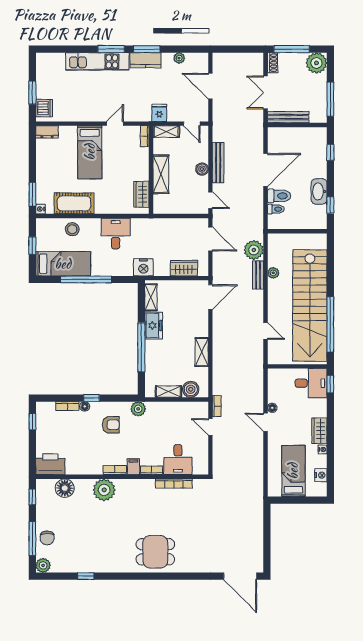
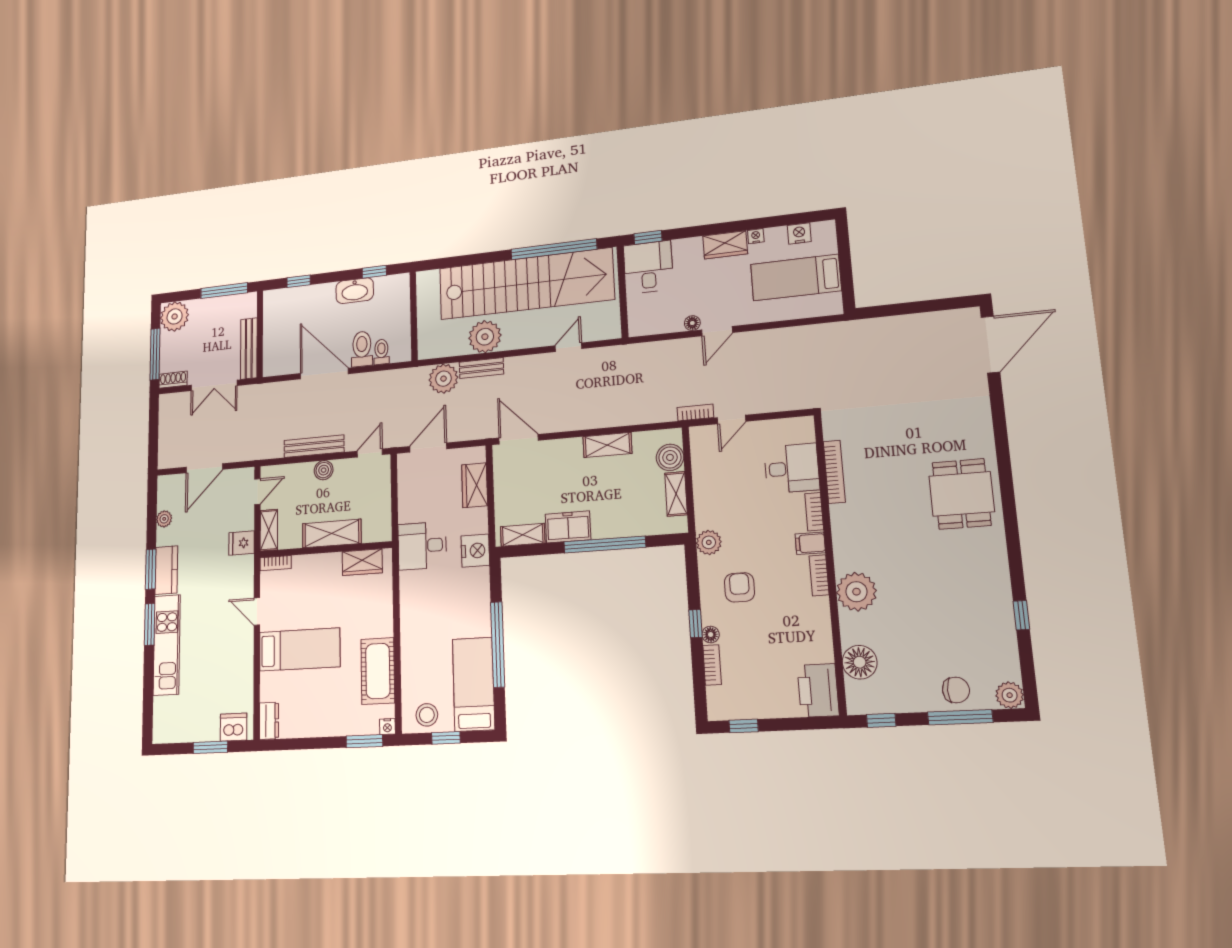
stool: (72, 229) -> (427, 715), moved
desk: (116, 234) -> (422, 546), moved
plant: (273, 273) -> (485, 337), width x1.88, depth x1.88

